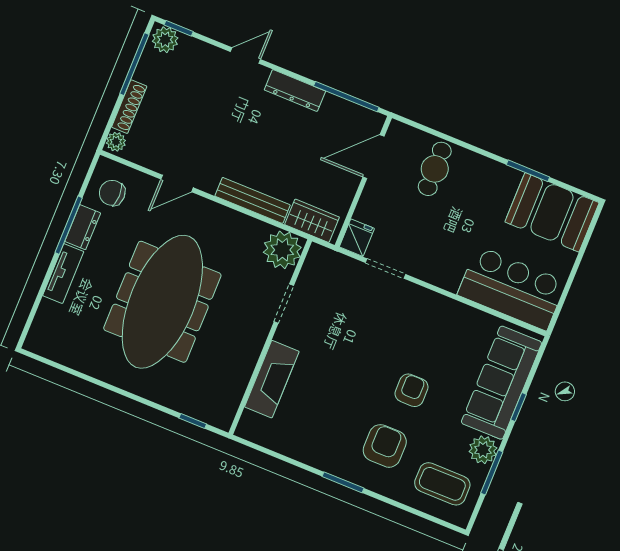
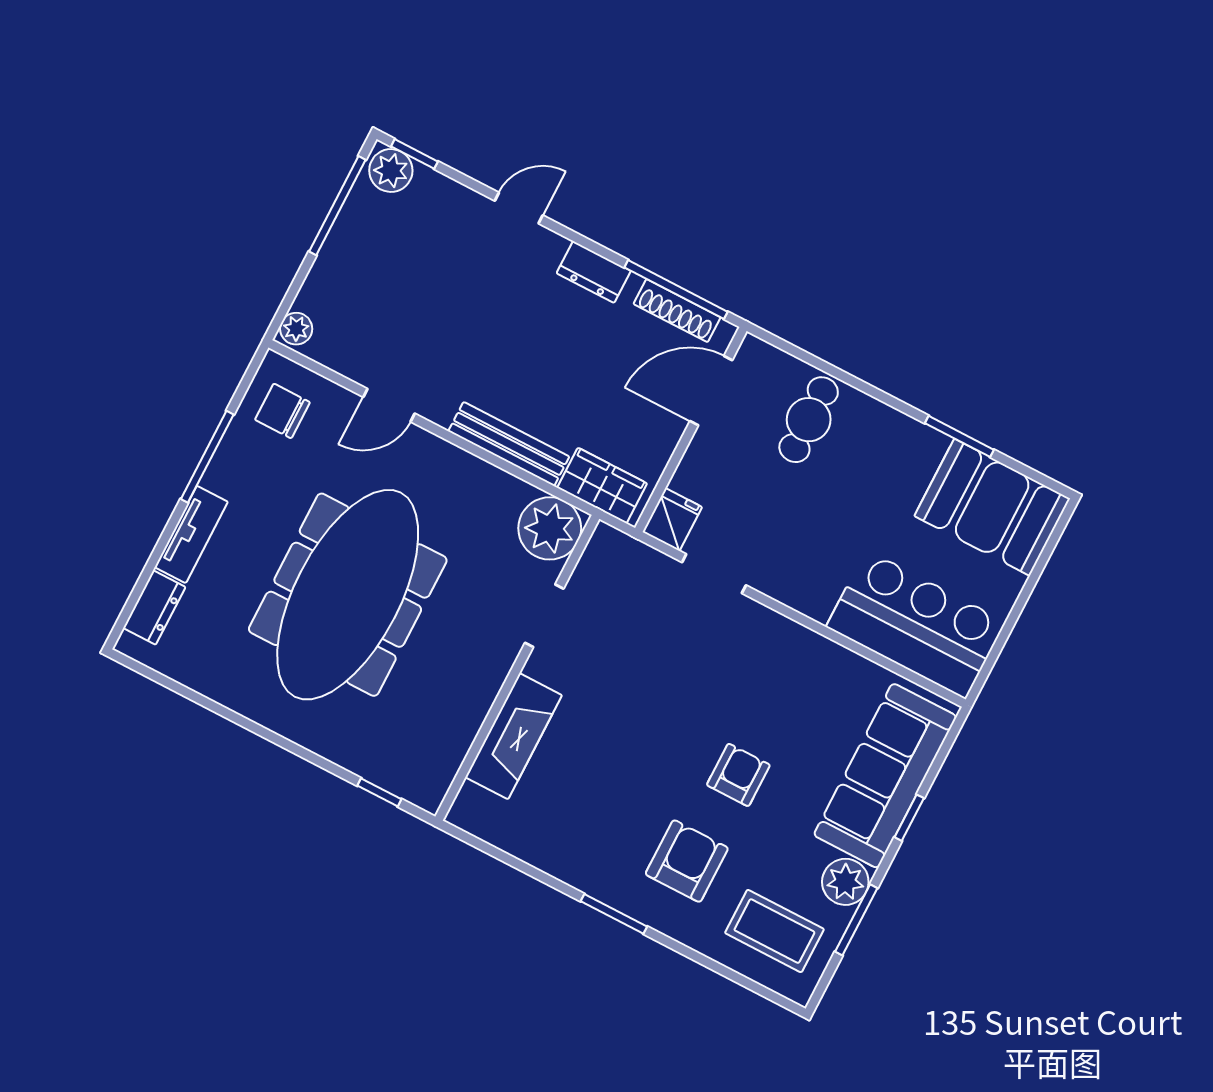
dresser: (295, 90) -> (594, 272), width x0.70
shoe rack: (129, 107) -> (677, 311), moved, turned 90
dresser: (83, 227) -> (154, 608), moved

